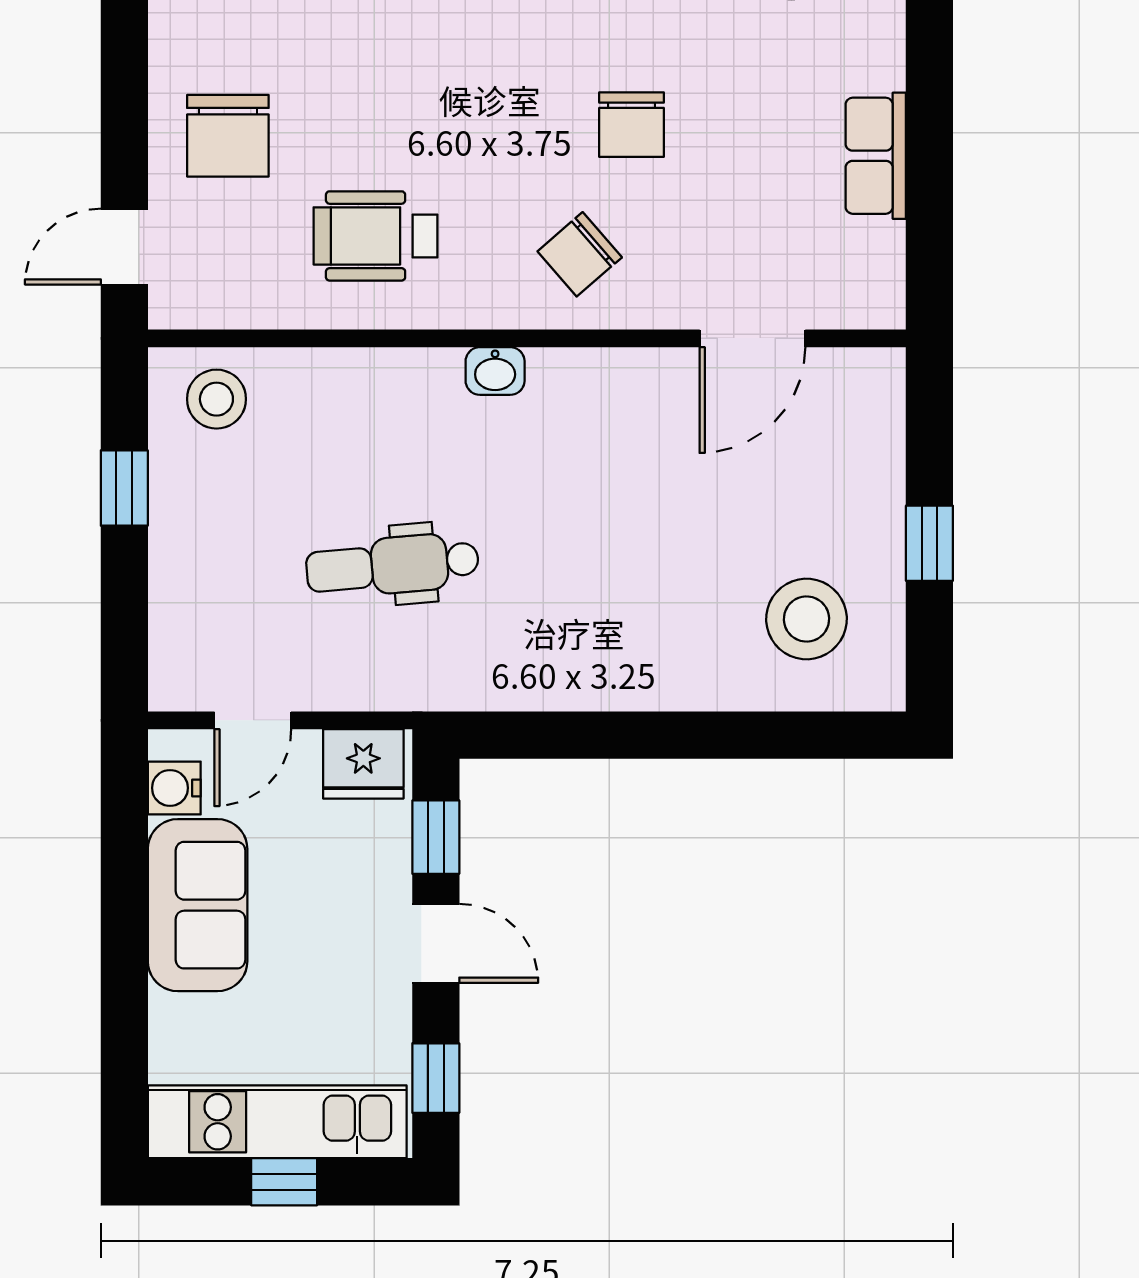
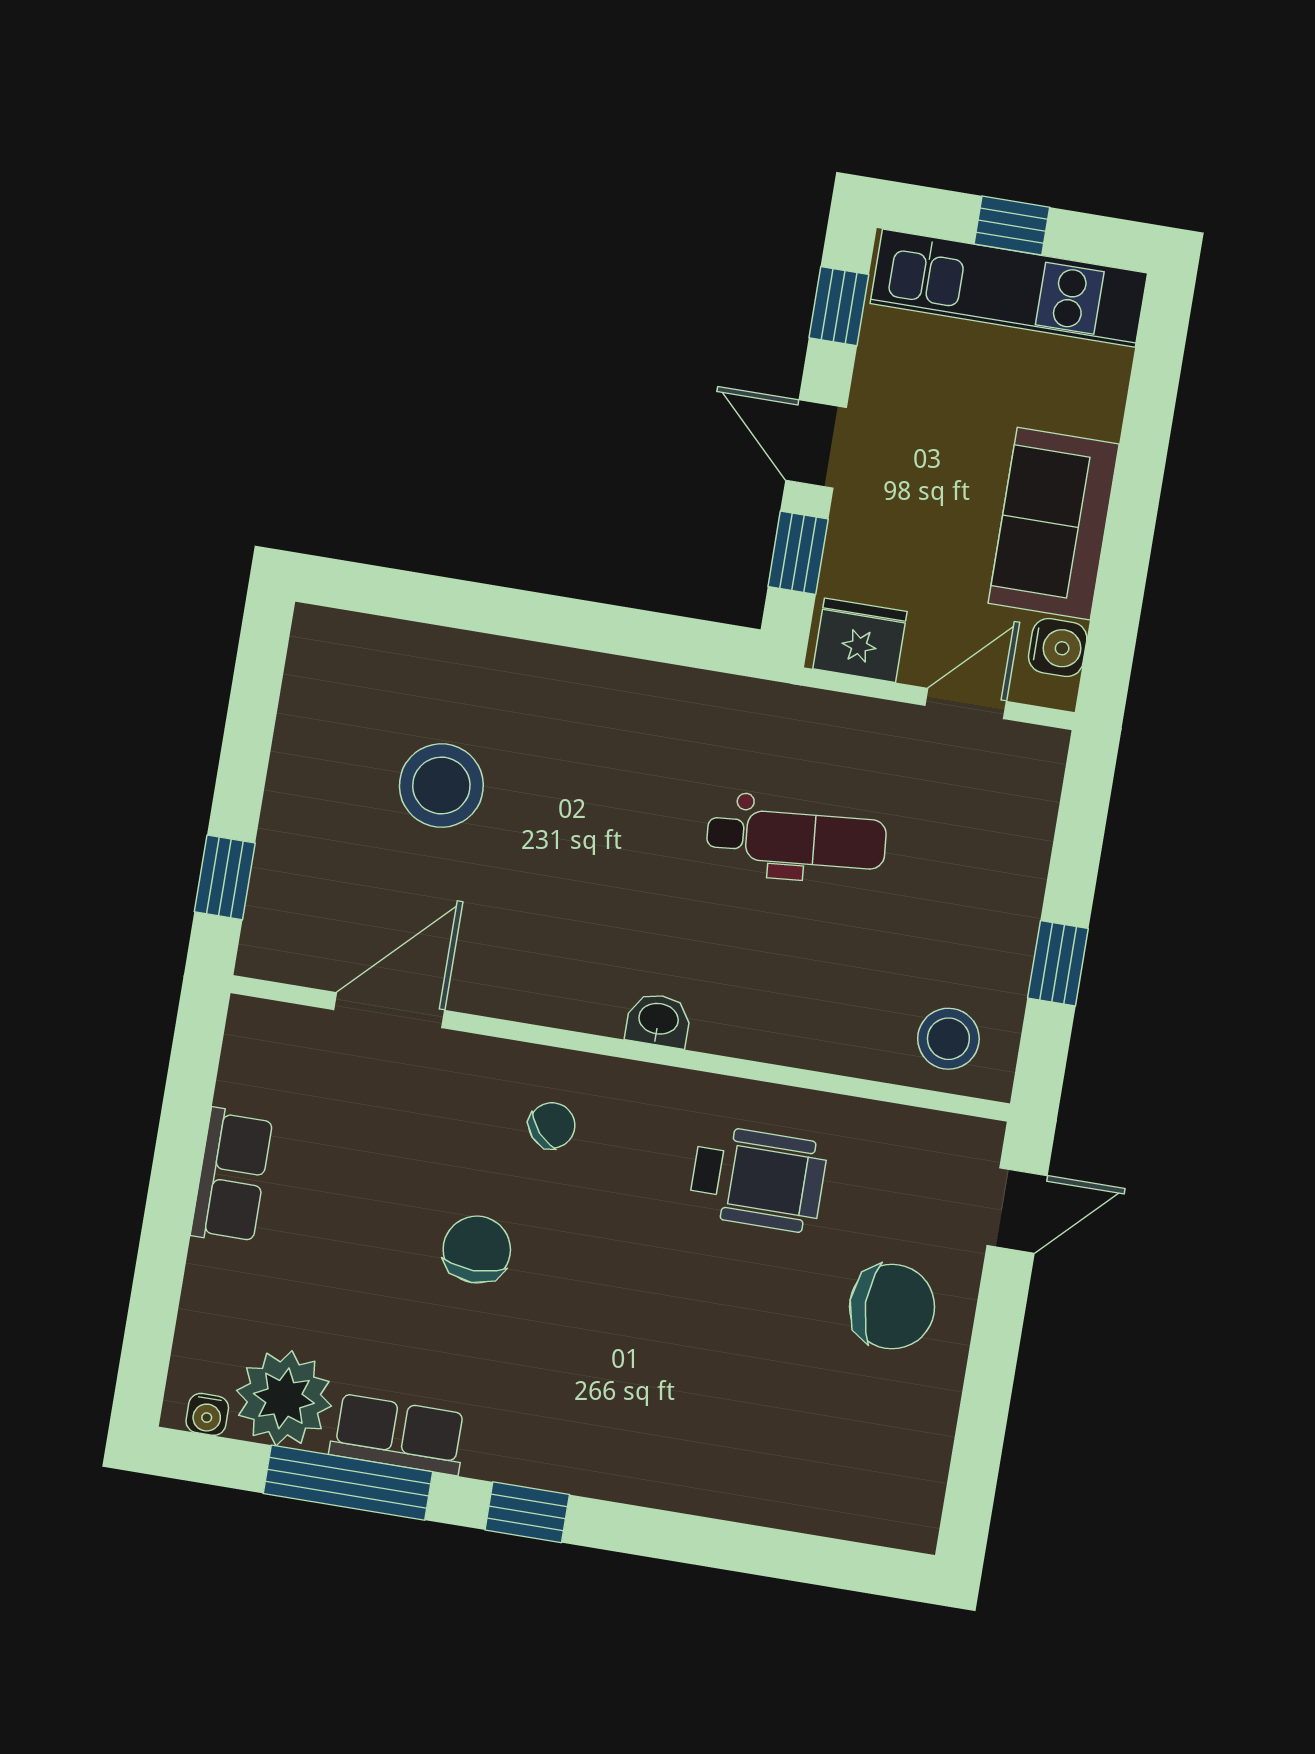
chair: (228, 136) -> (892, 1307), turned 90
chair: (580, 254) -> (552, 1125), width x0.73, depth x0.73
window: (929, 543) -> (225, 877), moved
stool: (806, 619) -> (441, 786), moved

